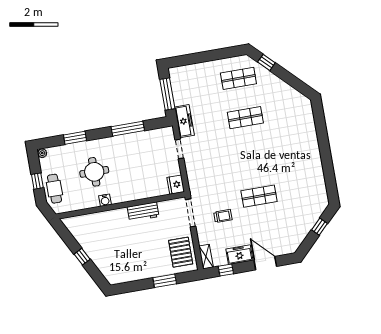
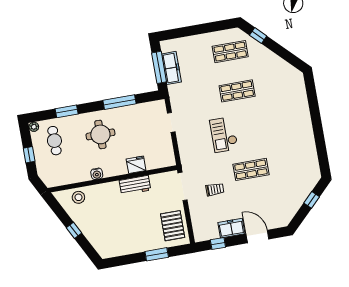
freezer: (184, 121) -> (171, 68), moved
checkout: (232, 161) -> (224, 135), added
round table: (94, 172) -> (100, 134), moved
fridge: (176, 185) -> (136, 165), moved, turned 90
cafe table: (54, 189) -> (54, 141), moved
stool: (87, 224) -> (78, 197), added
shelving: (206, 257) -> (198, 230), removed

